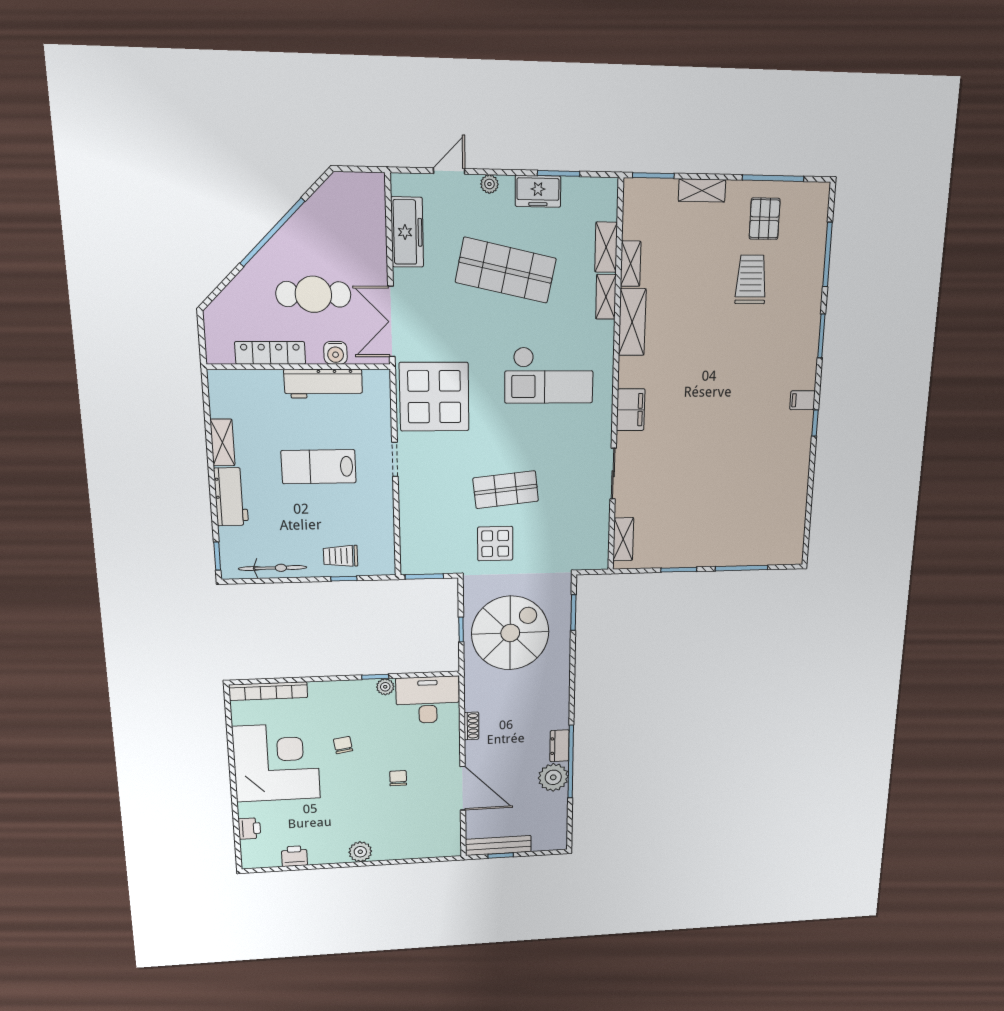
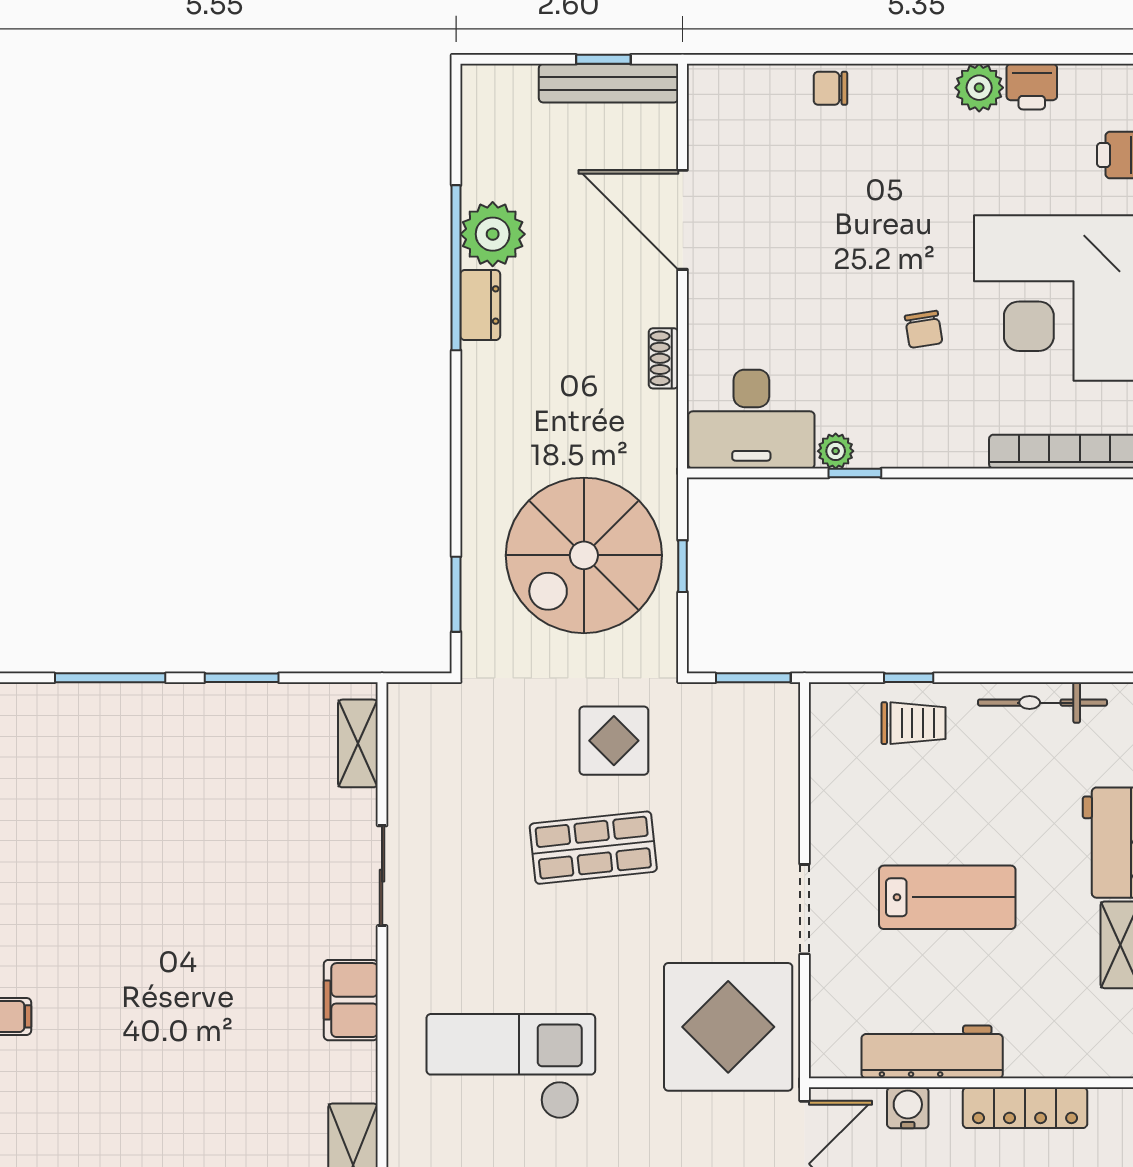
doorway: (395, 459) -> (804, 909), width x1.38
chair: (398, 778) -> (830, 88), moved, turned 90
plant: (360, 852) -> (979, 88), moved

